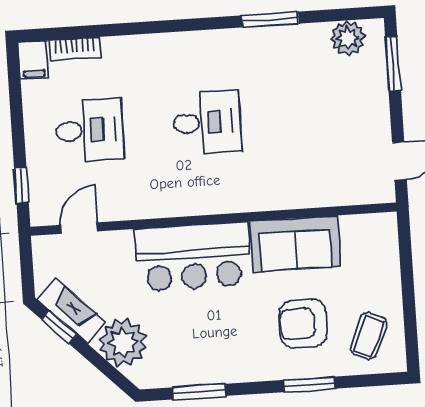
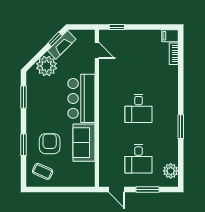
window: (270, 19) -> (181, 127), moved
window: (393, 63) -> (148, 190), moved
desk: (90, 130) -> (139, 159), moved

